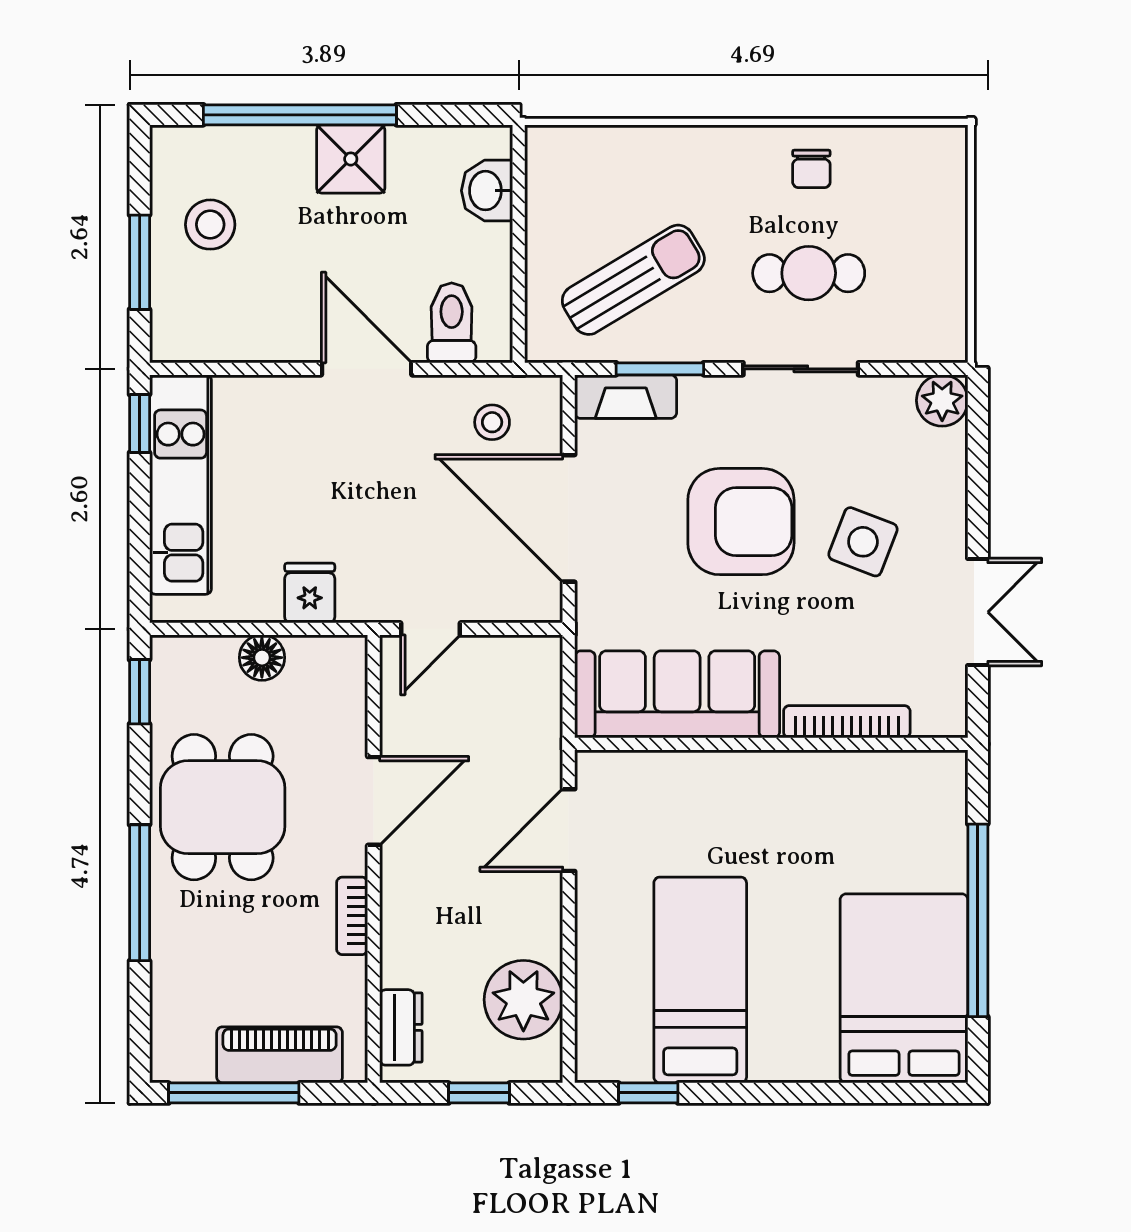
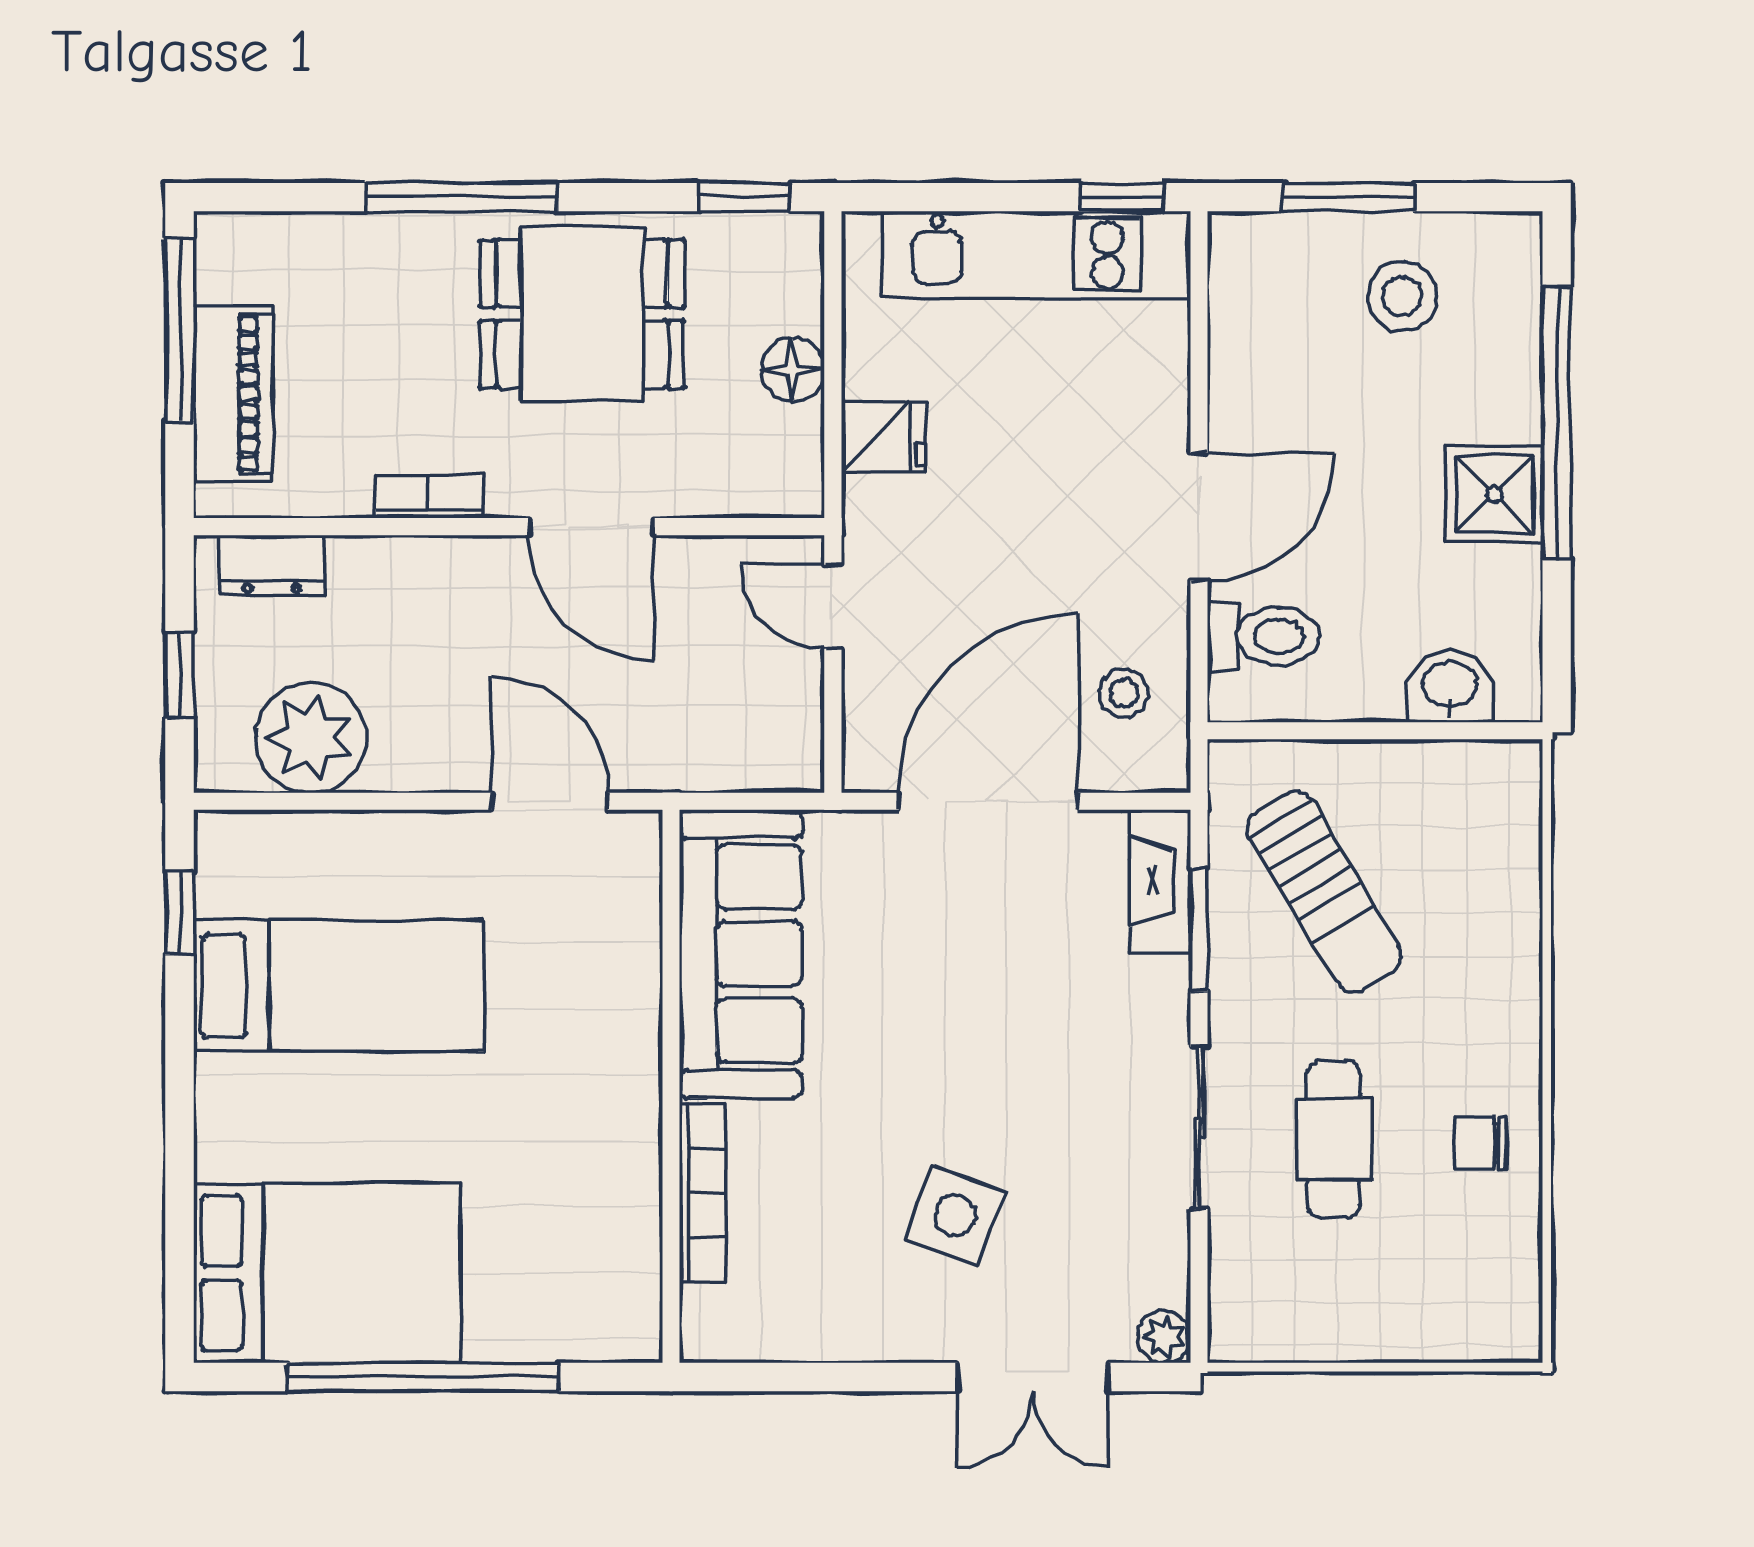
plant: (942, 400) -> (1164, 1337), width x0.73, depth x0.73
armchair: (741, 522) -> (984, 1044), removed
double door: (978, 612) -> (1033, 1377), moved

